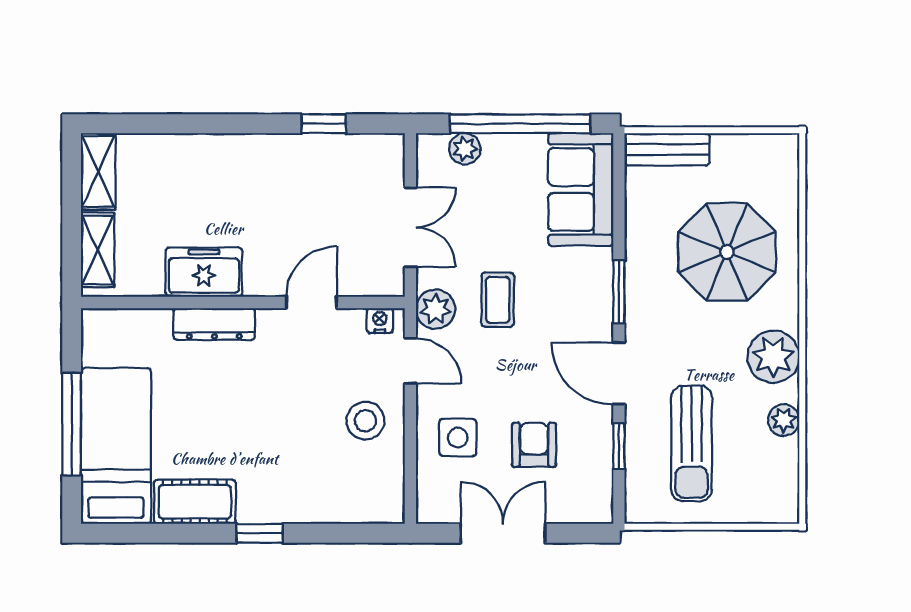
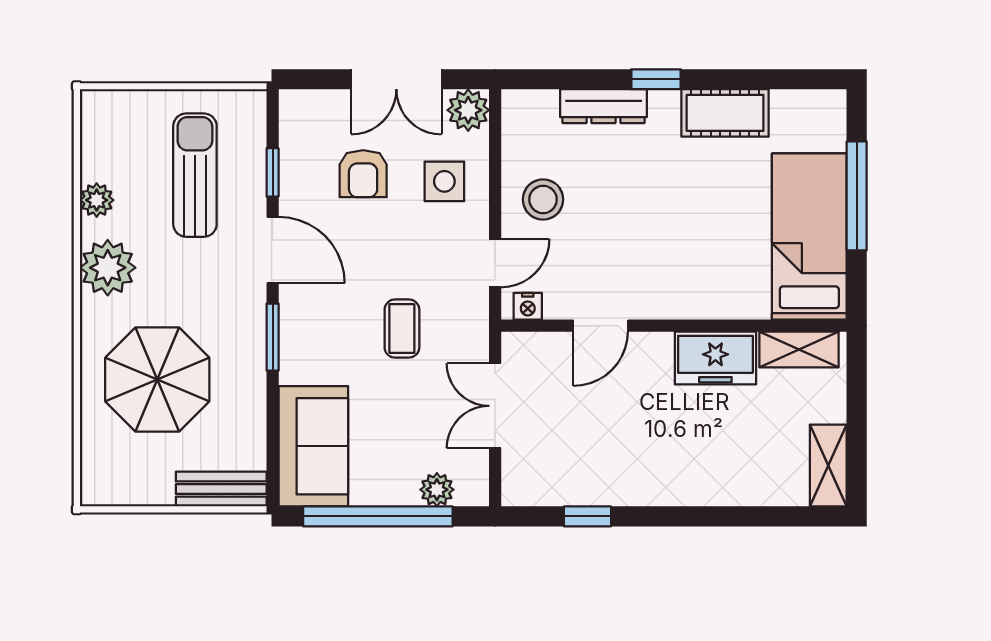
shelving: (98, 250) -> (799, 349), moved, turned 90
plant: (436, 309) -> (468, 110), moved
dresser: (214, 324) -> (604, 106), moved, turned 180
door: (410, 361) -> (495, 263), swing flipped
bed: (116, 446) -> (809, 237), moved, turned 180

